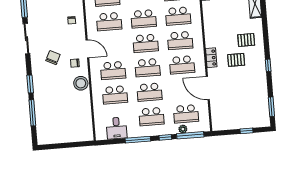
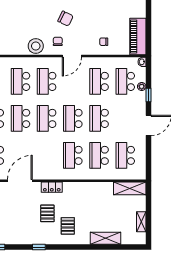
school desk: (182, 65) -> (47, 155), removed

